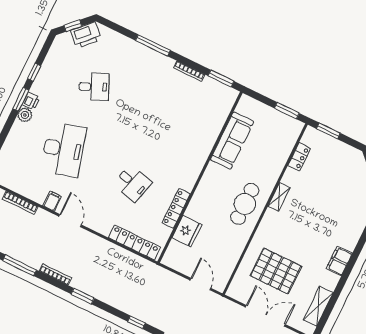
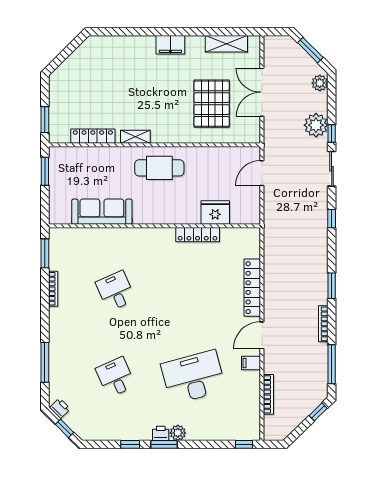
printer: (86, 35) -> (60, 408), width x0.53, depth x0.68
window: (153, 45) -> (45, 362), moved
locker: (299, 157) -> (93, 136), width x1.53
desk: (133, 183) -> (116, 291), moved, turned -39
locker: (134, 242) -> (252, 288), moved

